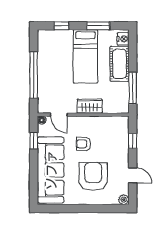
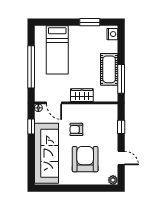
window: (61, 26) -> (56, 22), removed
bed: (85, 56) -> (57, 50), moved
cot: (119, 64) -> (109, 69), moved

